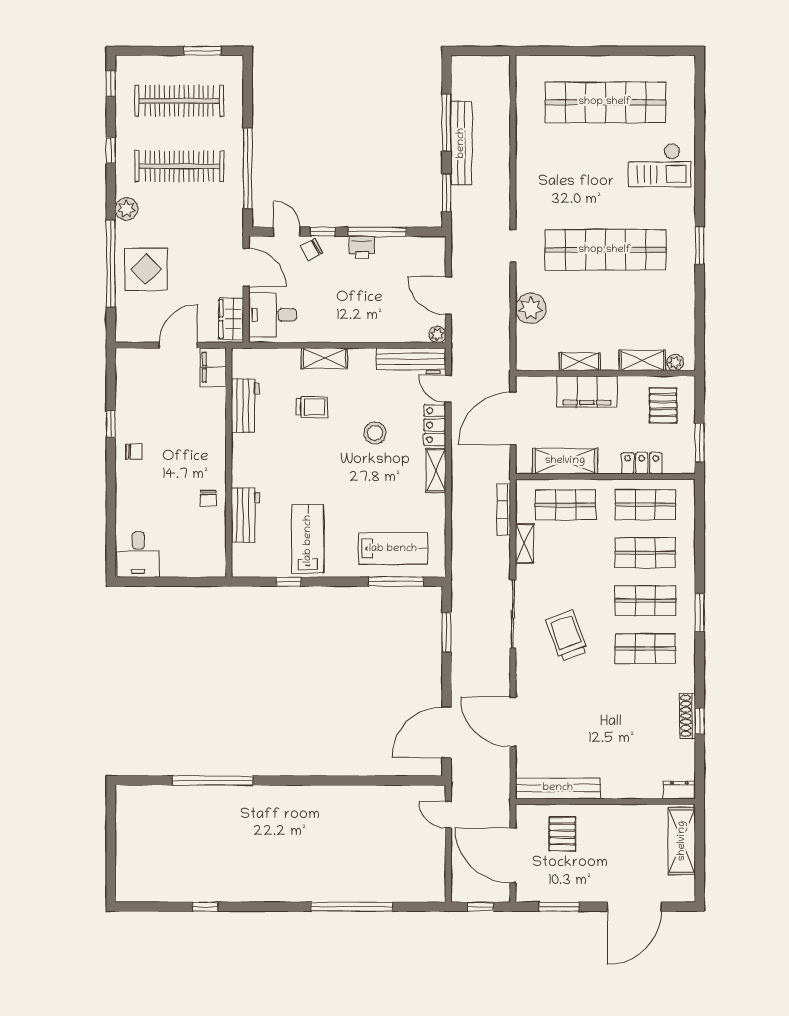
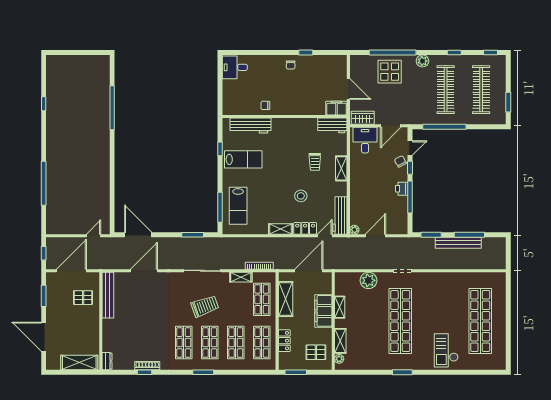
workbench: (245, 406) -> (332, 125), moved
door: (513, 418) -> (309, 271), hinge flipped
workbench: (245, 515) -> (251, 126), width x1.38
trolley: (567, 636) -> (205, 306), moved

